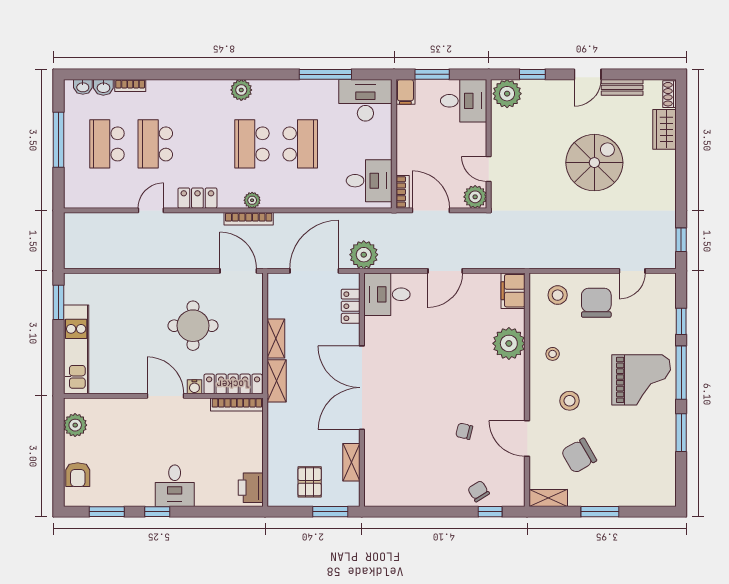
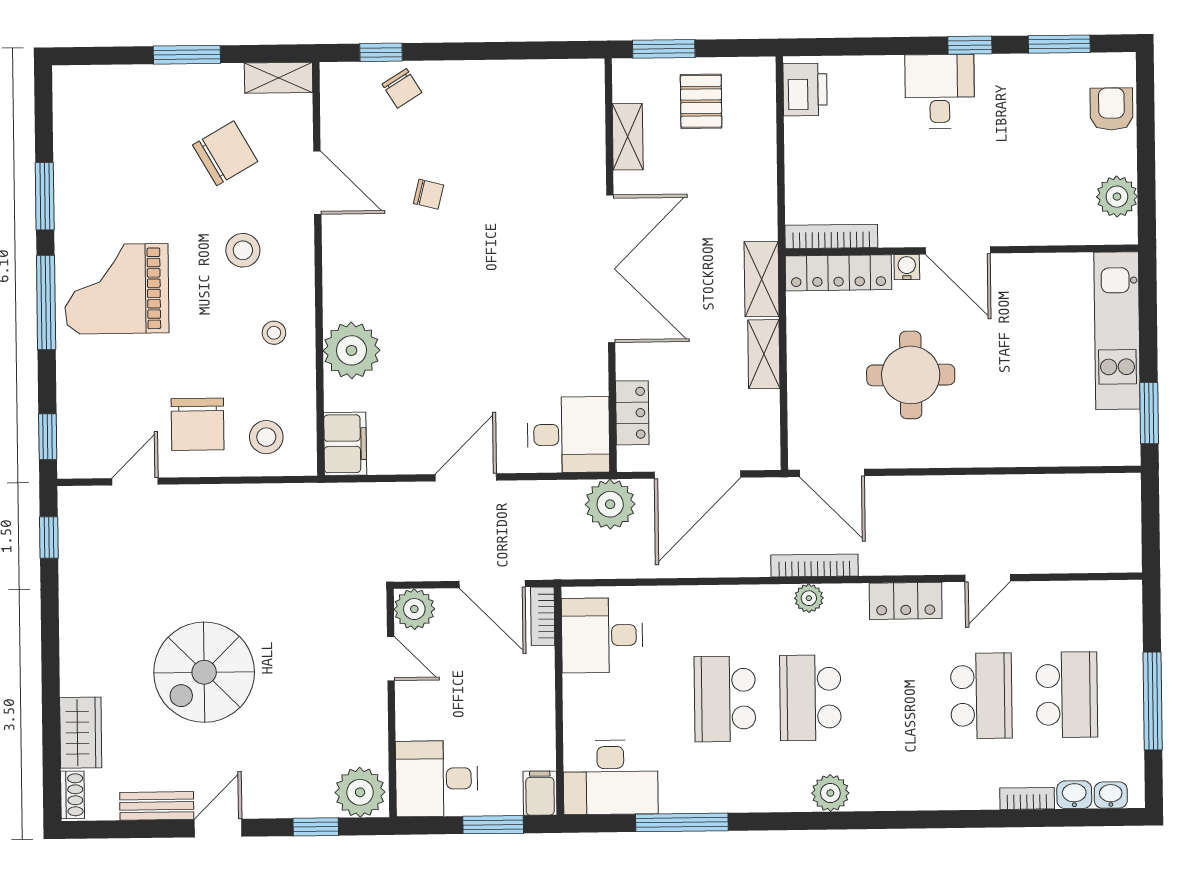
school desk: (252, 144) -> (810, 698), turned 180
window: (681, 321) -> (48, 437), moved

